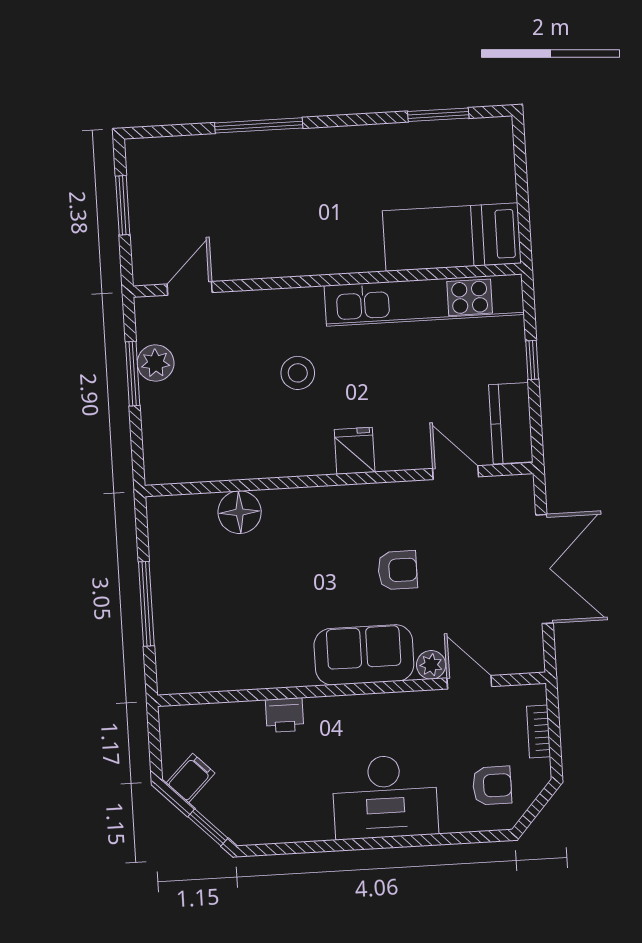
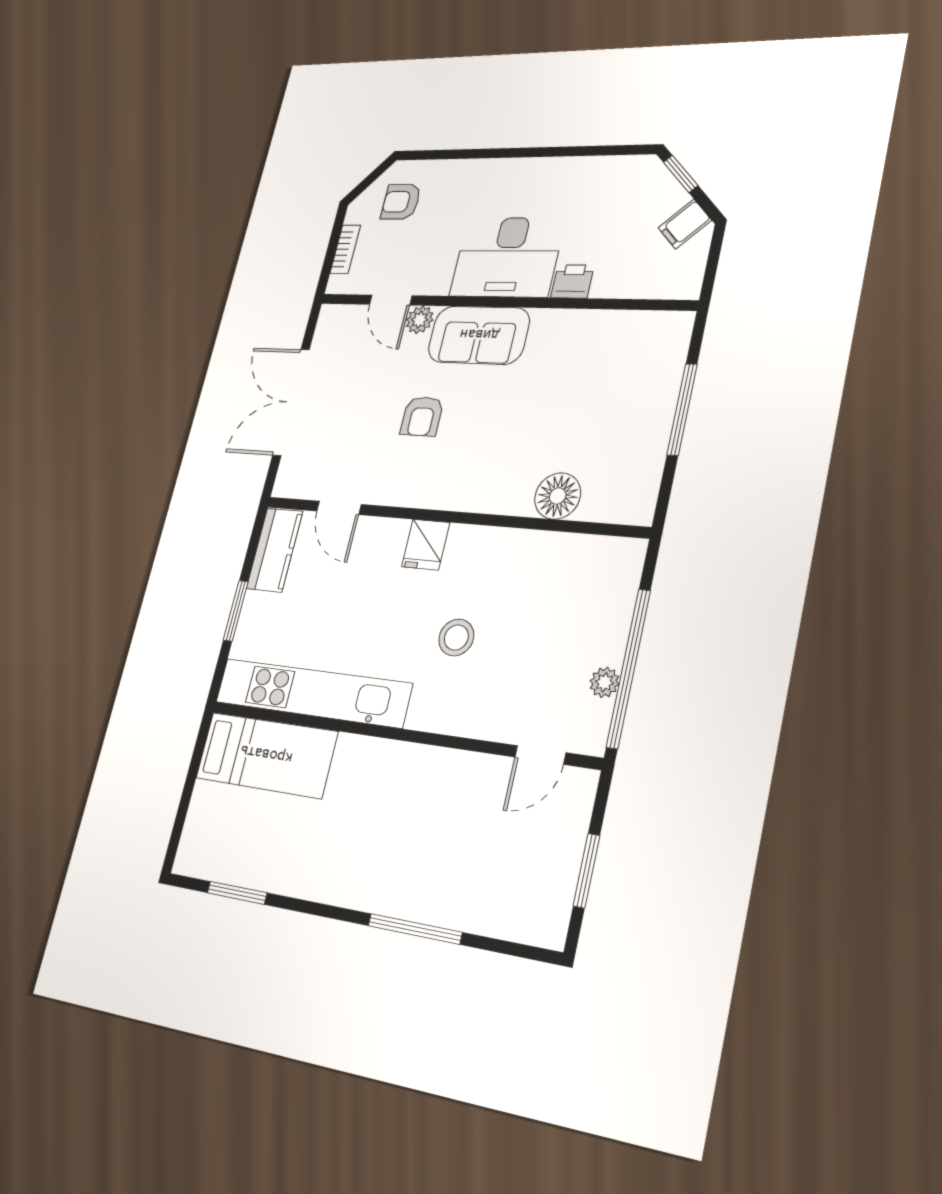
window: (532, 360) -> (236, 611), width x1.50
plant: (156, 363) -> (604, 682), width x0.73, depth x0.73
window: (133, 374) -> (628, 668), width x2.11
armchair: (398, 570) -> (422, 416), turned -90
desk: (385, 797) -> (507, 257), moved, turned 180

